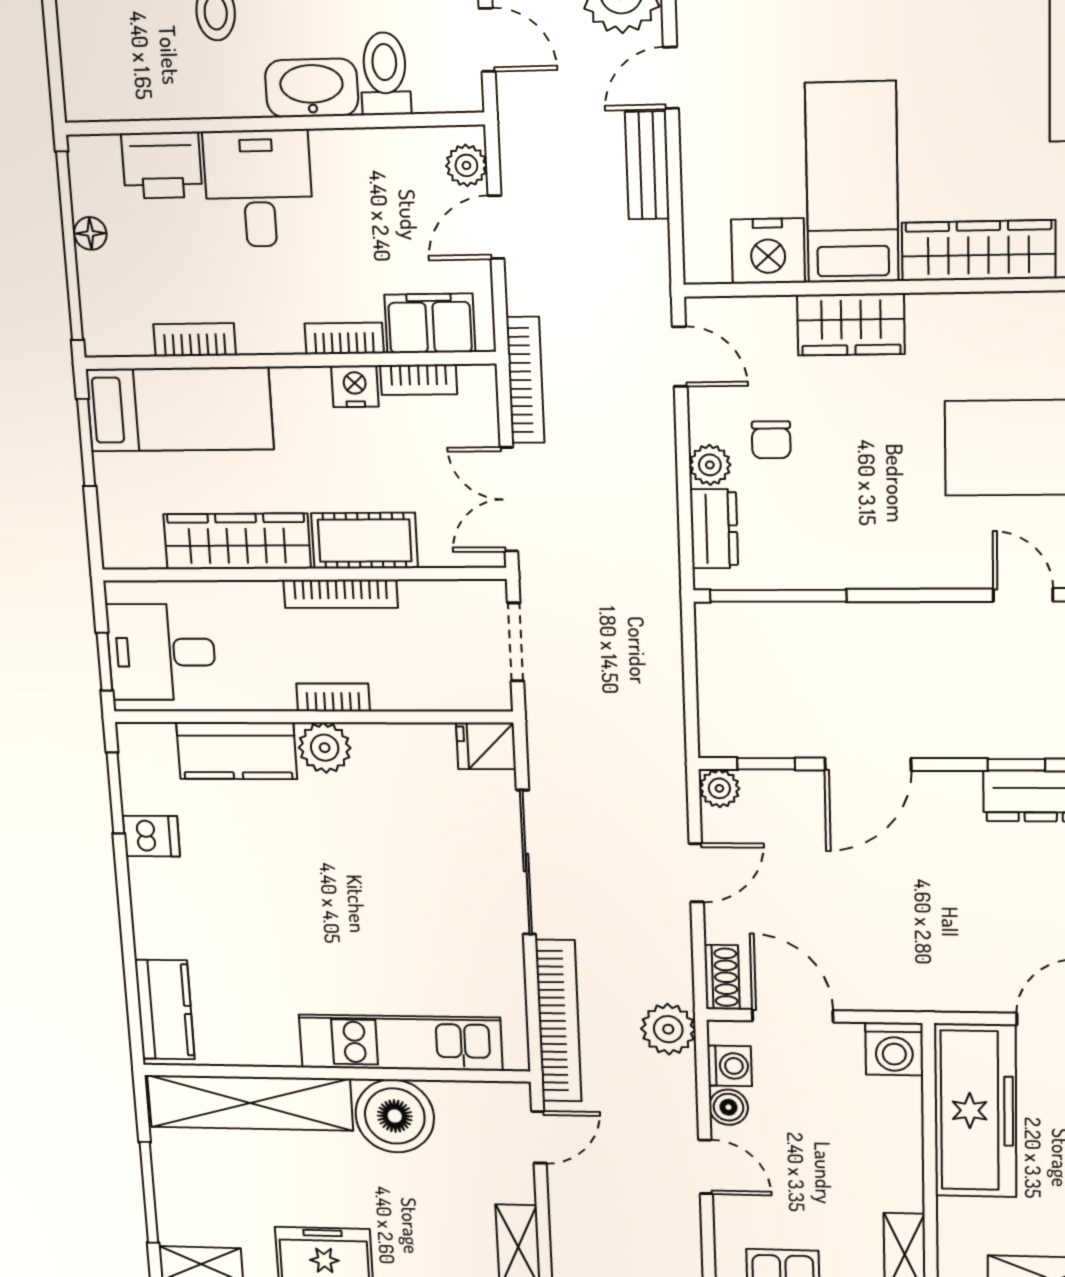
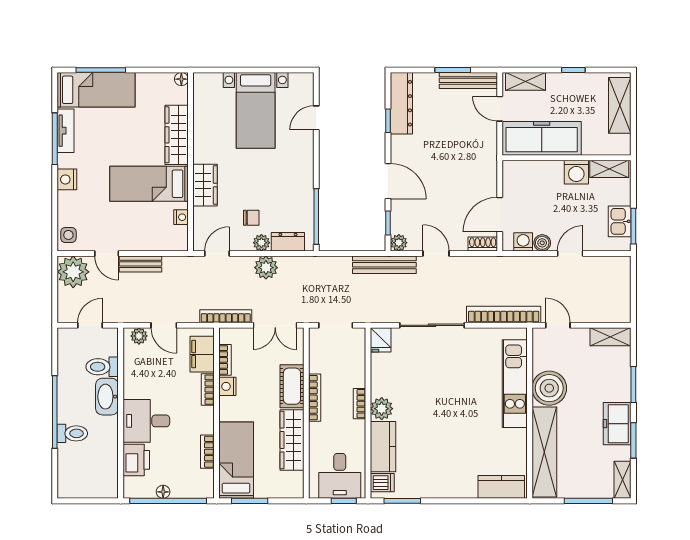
nightstand: (768, 251) -> (181, 217), width x0.53, depth x0.56
bench: (665, 755) -> (384, 265), added
dishwasher: (151, 836) -> (382, 483), moved, turned 90
plant: (668, 1029) -> (266, 268), moved
washing machine: (894, 1049) -> (576, 172), moved, turned 90

